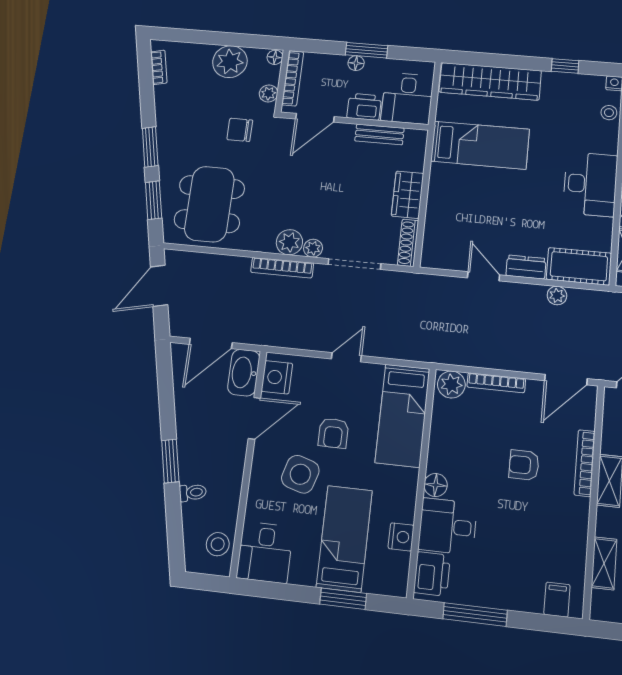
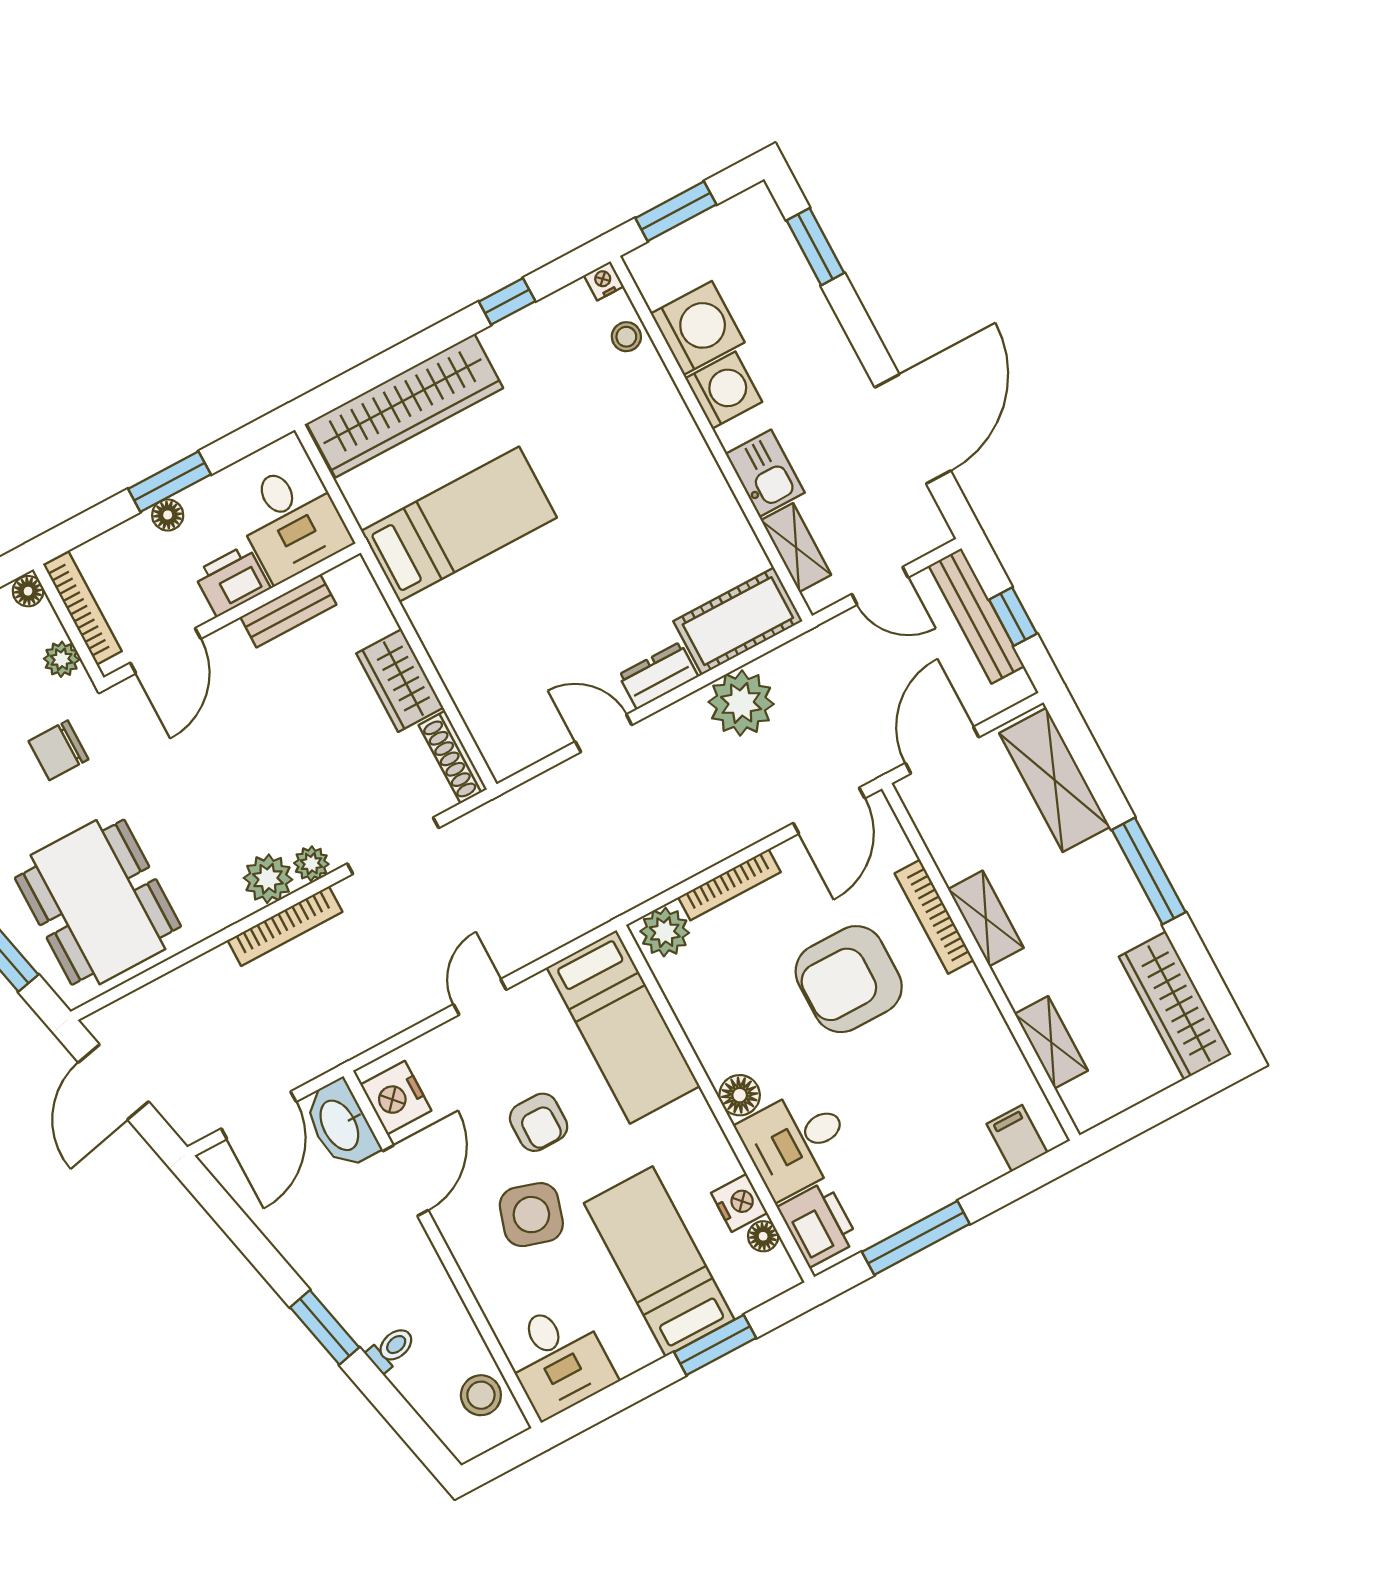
desk: (590, 184) -> (672, 476), removed
plant: (557, 296) -> (741, 703), width x1.87, depth x1.87
armchair: (524, 465) -> (849, 979), width x1.88, depth x1.88
floor lamp: (402, 561) -> (763, 1236), added

